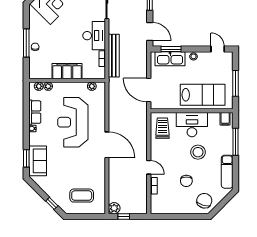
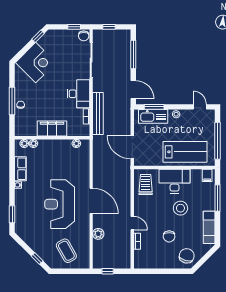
window: (236, 83) -> (217, 141), width x1.46
reception desk: (73, 122) -> (60, 204), moved
sofa: (38, 161) -> (23, 217), removed
coffee table: (82, 196) -> (66, 251), turned 61
plant: (114, 208) -> (98, 234), moved

